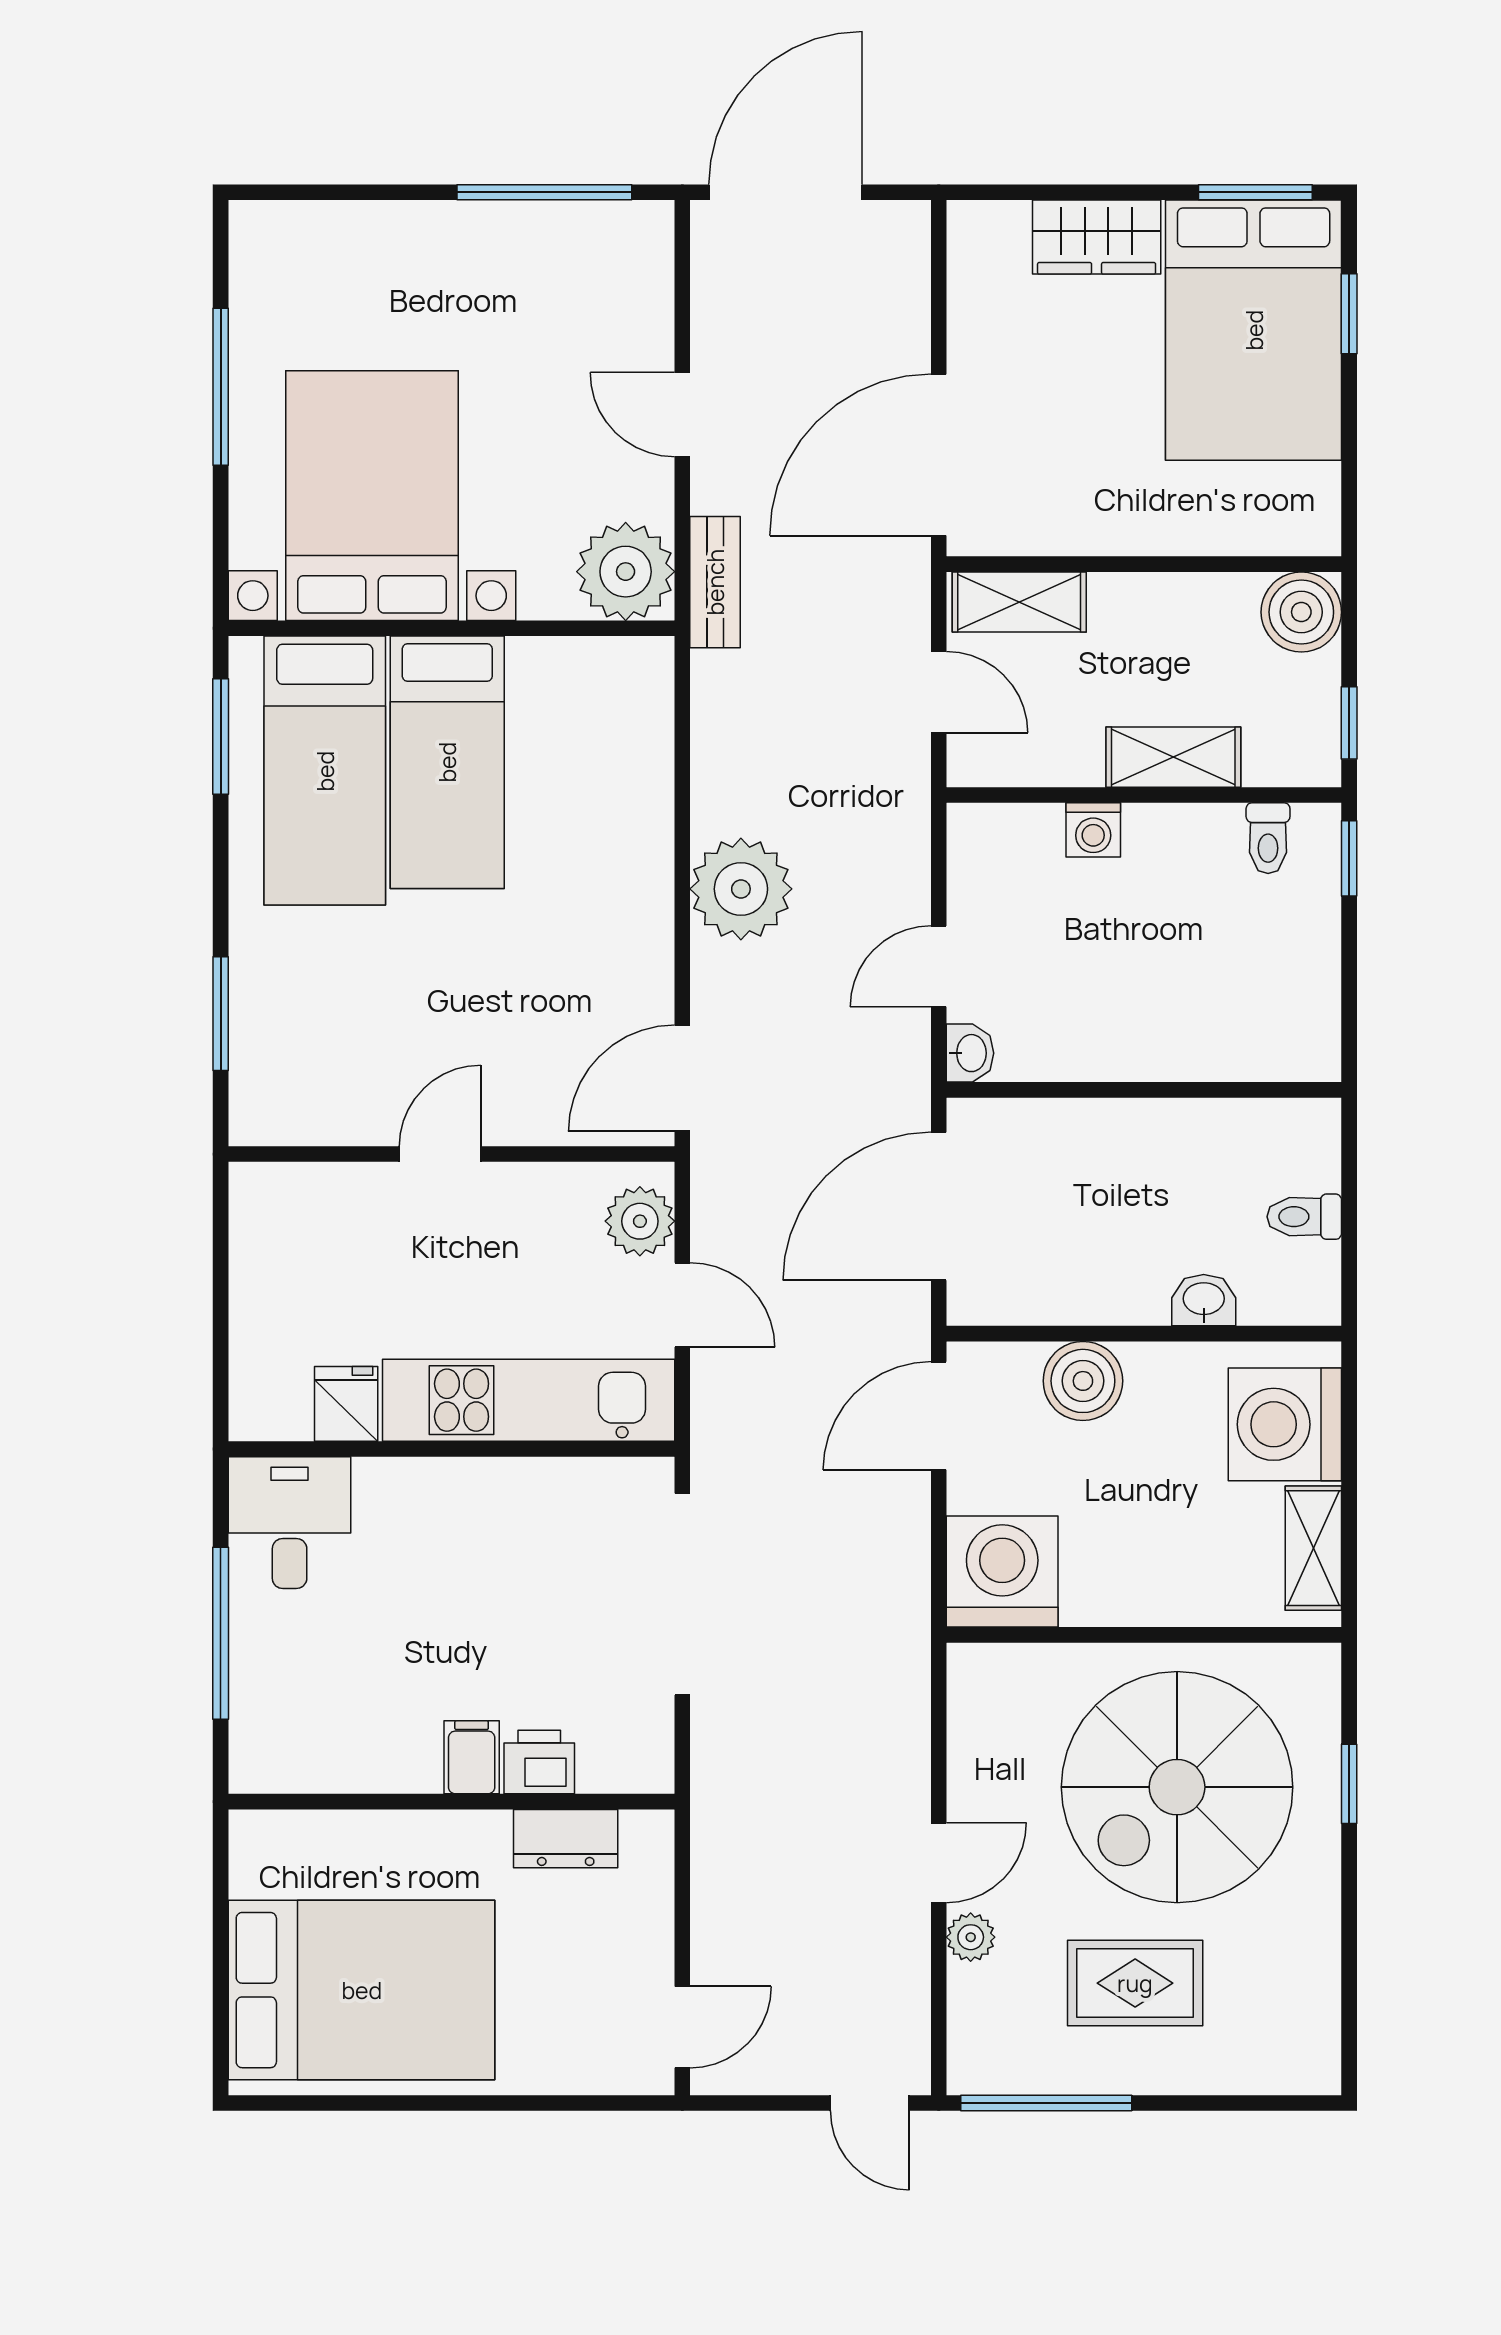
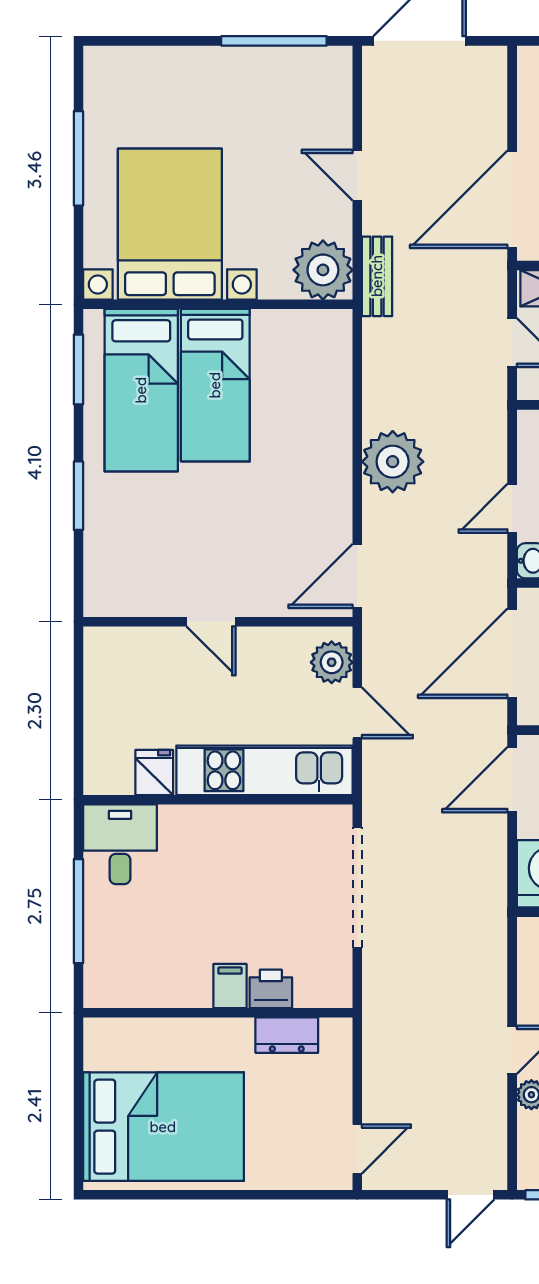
window: (221, 1014) -> (78, 496), moved
door: (440, 1154) -> (211, 622), swing flipped
door: (870, 2103) -> (471, 1195), hinge flipped

